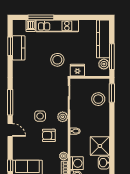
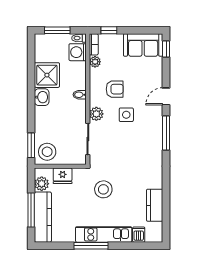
window: (41, 17) -> (91, 246), moved
window: (10, 46) -> (166, 207), removed
window: (112, 57) -> (31, 210), moved
fridge: (77, 70) -> (63, 176), moved
stool: (98, 99) -> (47, 152), moved
door: (10, 130) -> (166, 96), hinge flipped
washbasin: (104, 163) -> (42, 97), moved

